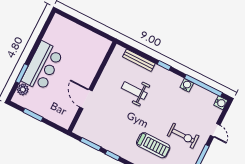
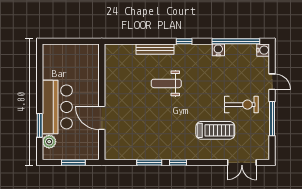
wall: (92, 87) -> (102, 102), moved
door: (86, 99) -> (102, 118), moved

